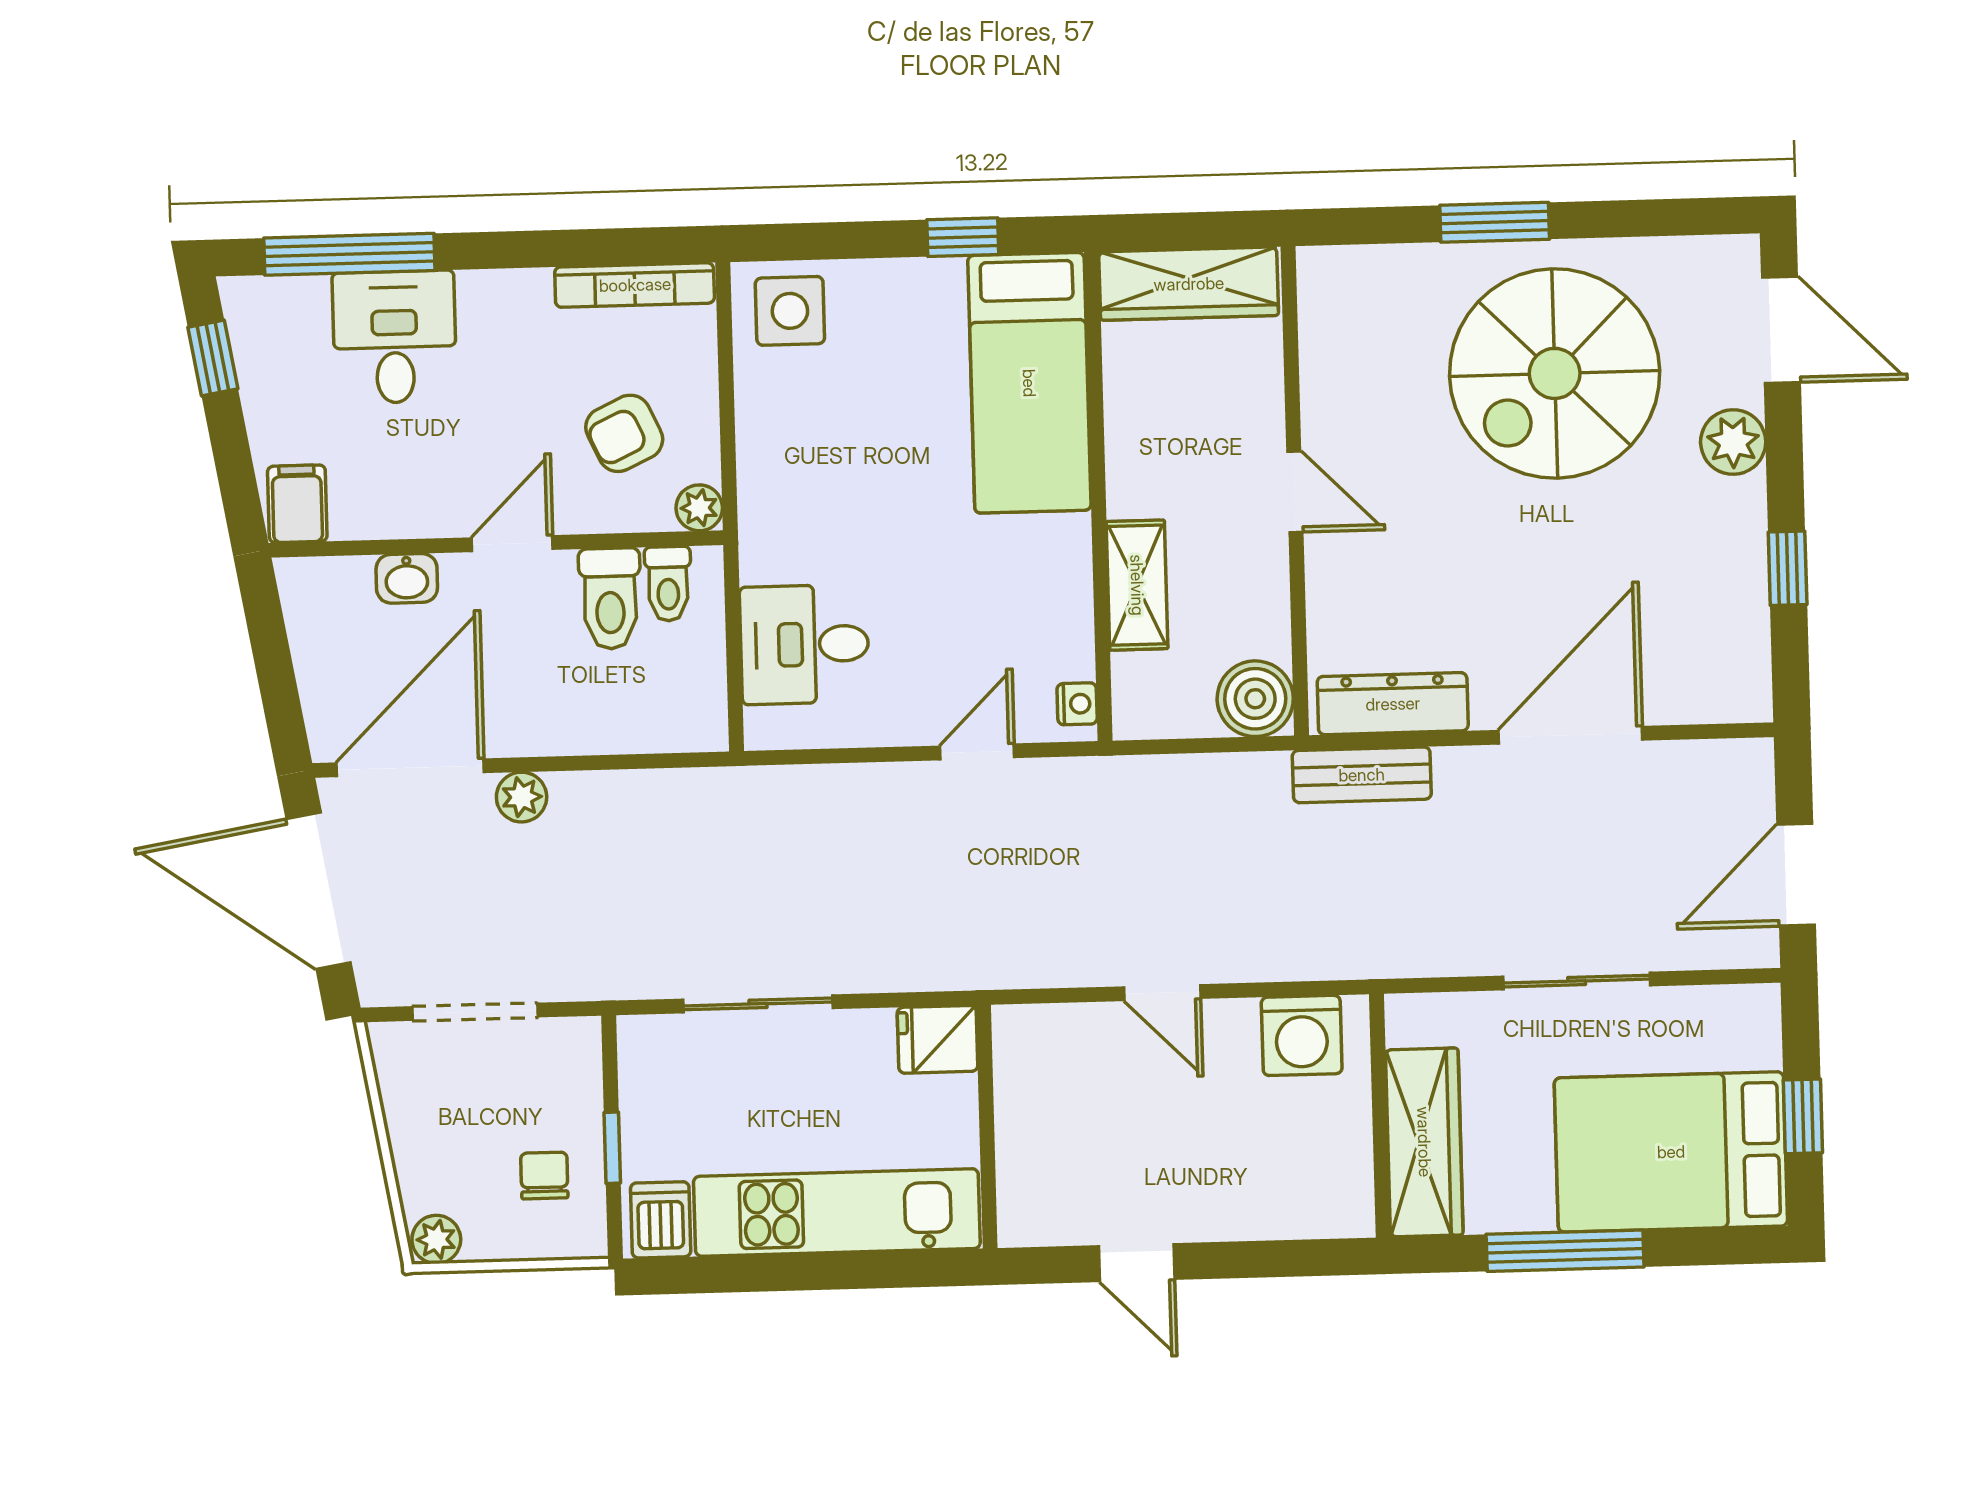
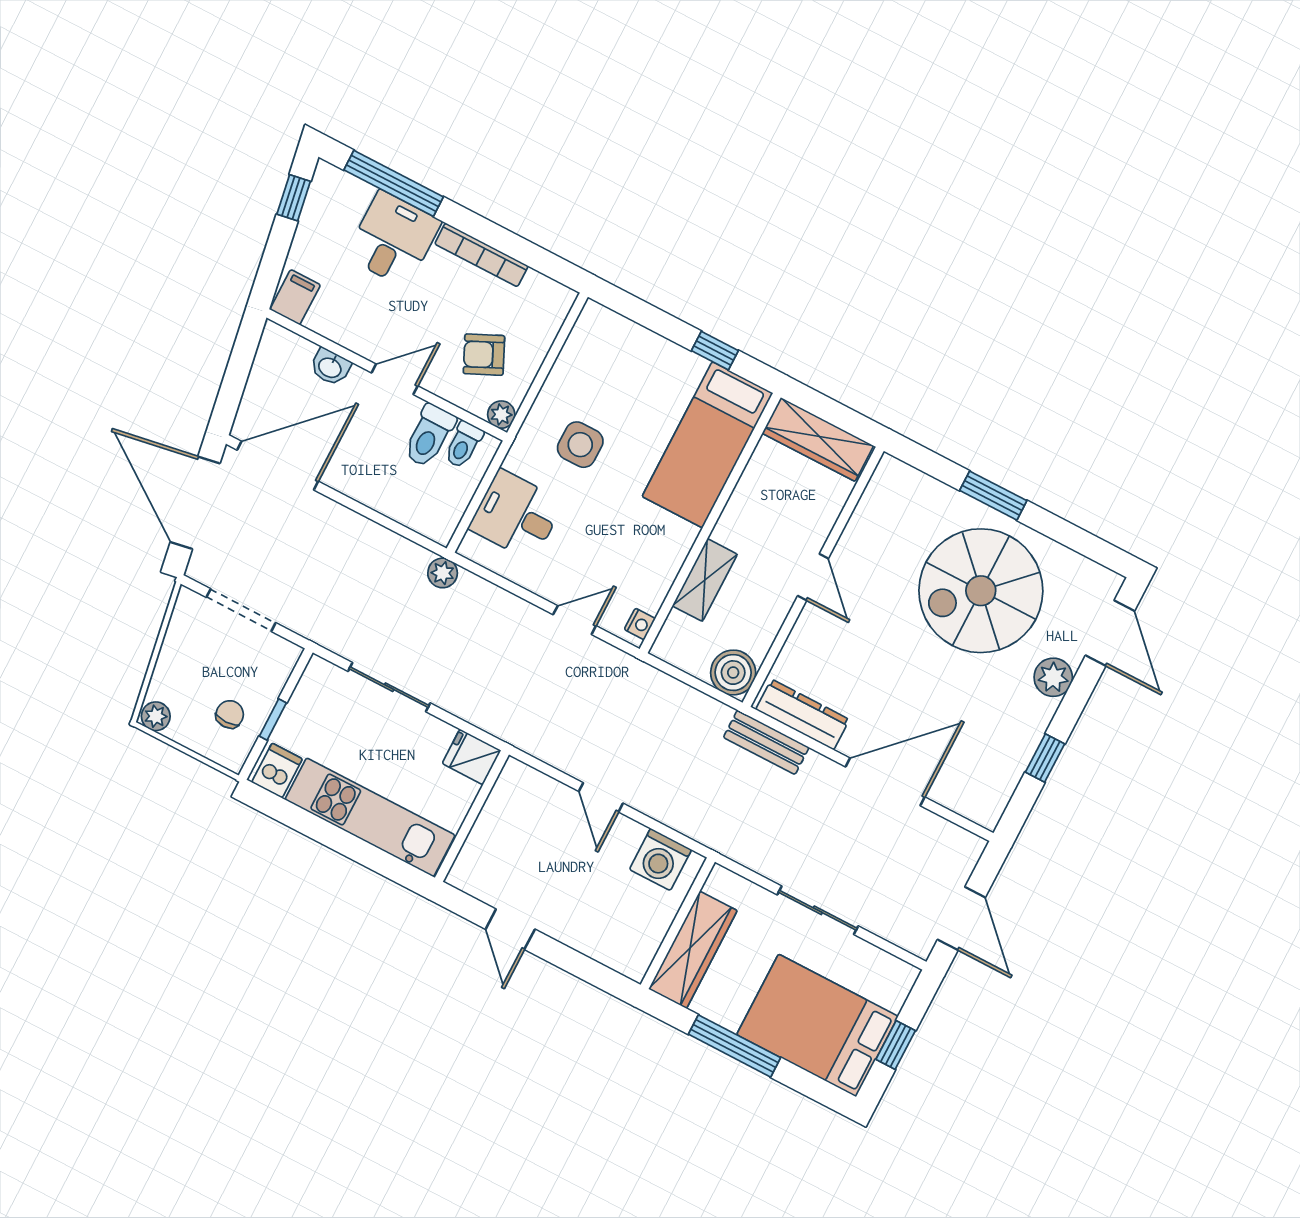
bookcase: (635, 285) -> (481, 255), moved
side table: (790, 311) -> (580, 445), moved
plant: (522, 797) -> (443, 573), moved
door: (1796, 875) -> (961, 919), swing flipped

